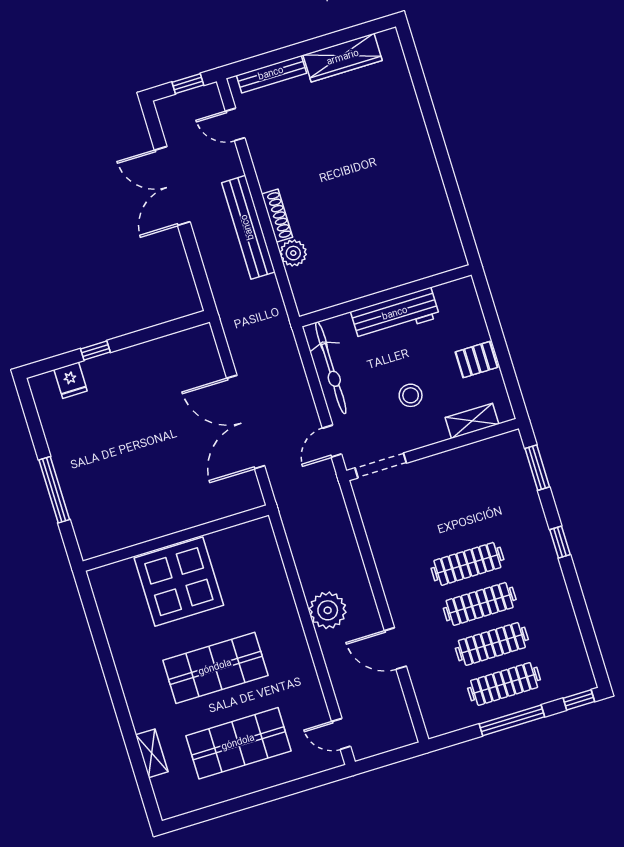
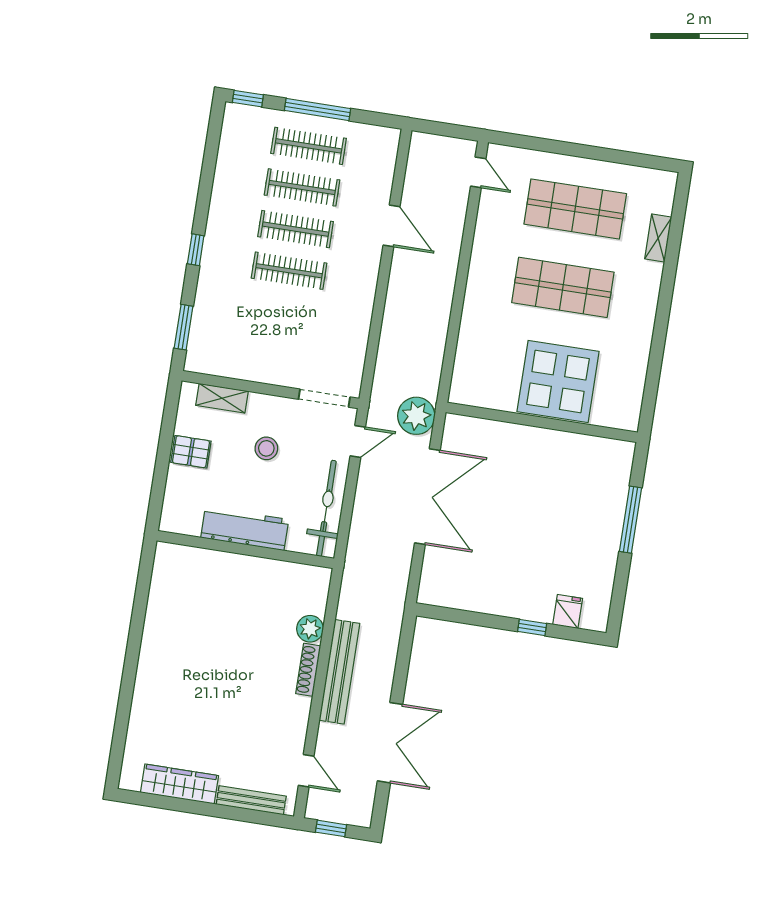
plant: (328, 610) -> (416, 416), moved

